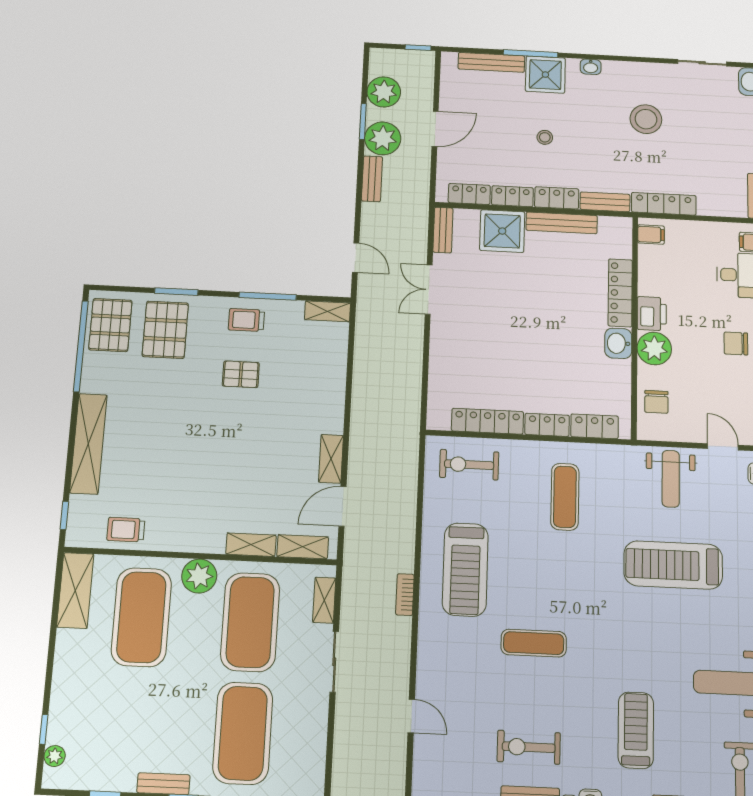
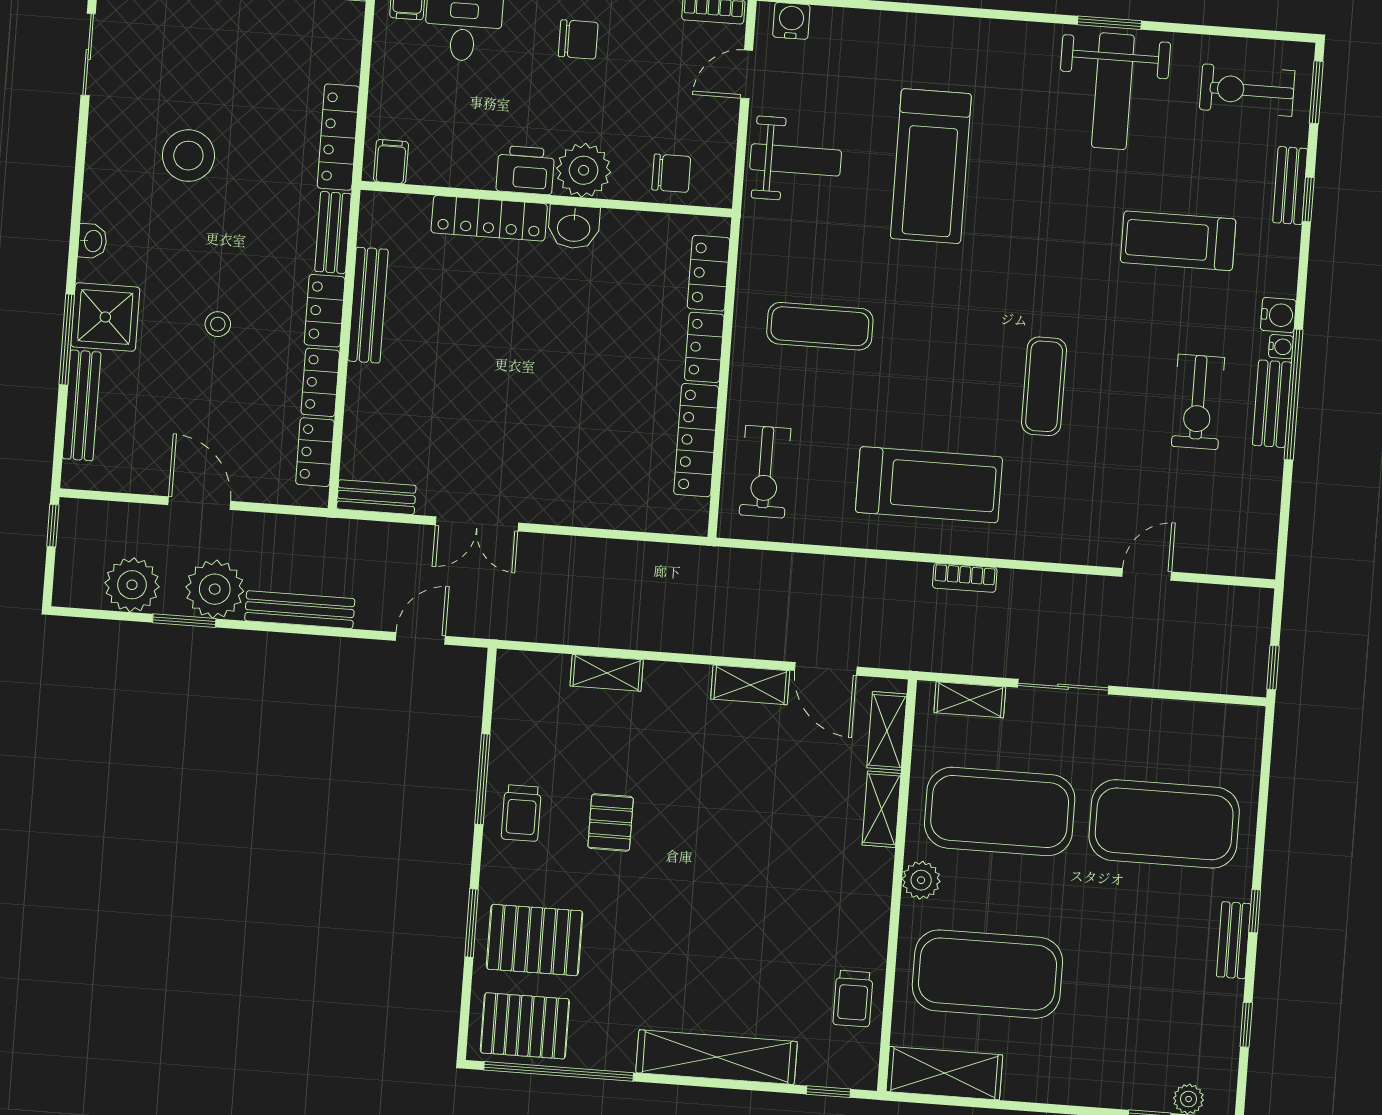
bench: (372, 179) -> (300, 610), width x1.36
shower: (502, 231) -> (380, 402), removed
shelving: (327, 311) -> (607, 673), moved, turned 90
chair: (736, 343) -> (578, 39), turned -90
plant: (199, 576) -> (921, 880), width x0.73, depth x0.73

